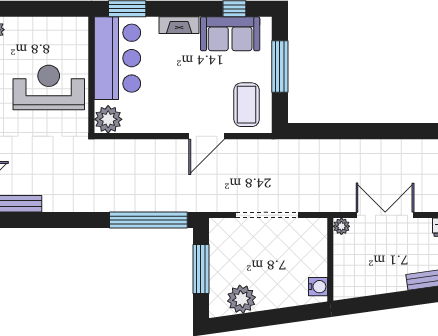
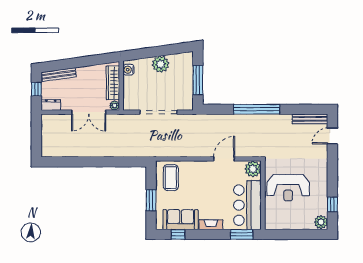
window: (280, 66) -> (151, 200), width x0.69
door: (207, 136) -> (224, 159), moved
window: (148, 220) -> (257, 109), moved
wardrobe: (344, 265) -> (113, 83), added
plant: (241, 299) -> (161, 64), moved

